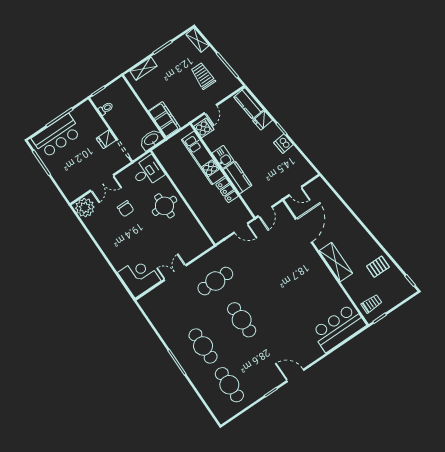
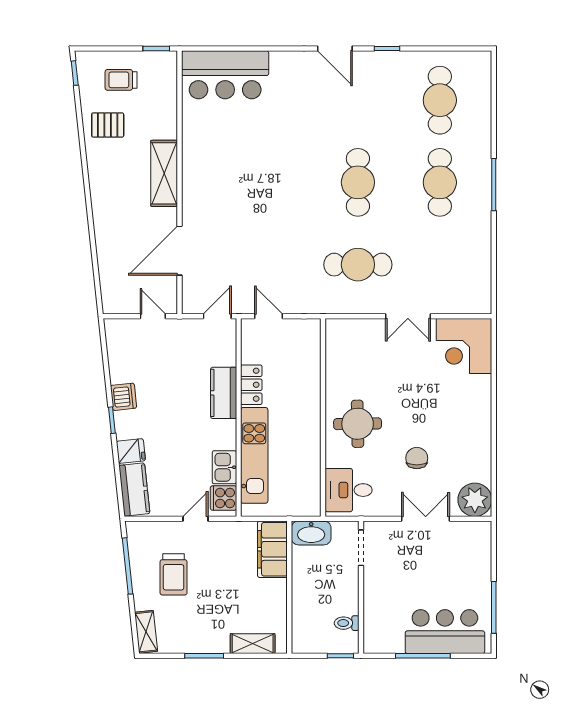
fridge: (106, 139) -> (377, 578), removed
kitchen sink: (223, 157) -> (224, 467), moved
trolley: (372, 304) -> (121, 80), moved

